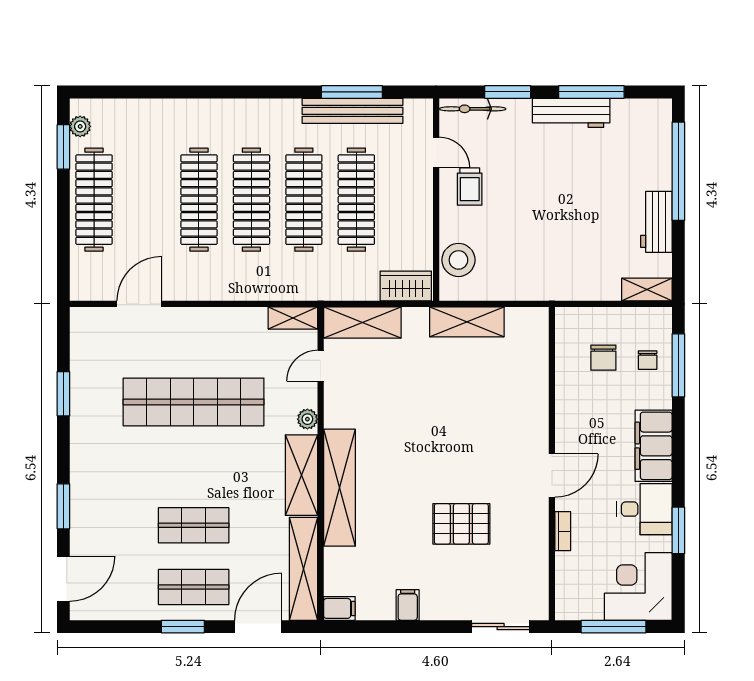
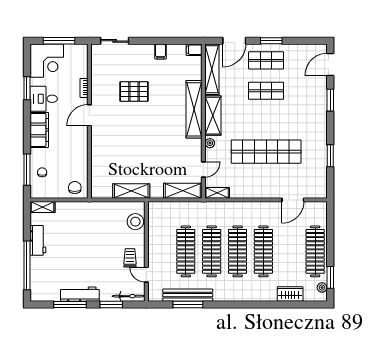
wardrobe: (406, 286) -> (290, 294), moved, turned 180
chair: (603, 358) -> (75, 188), moved

